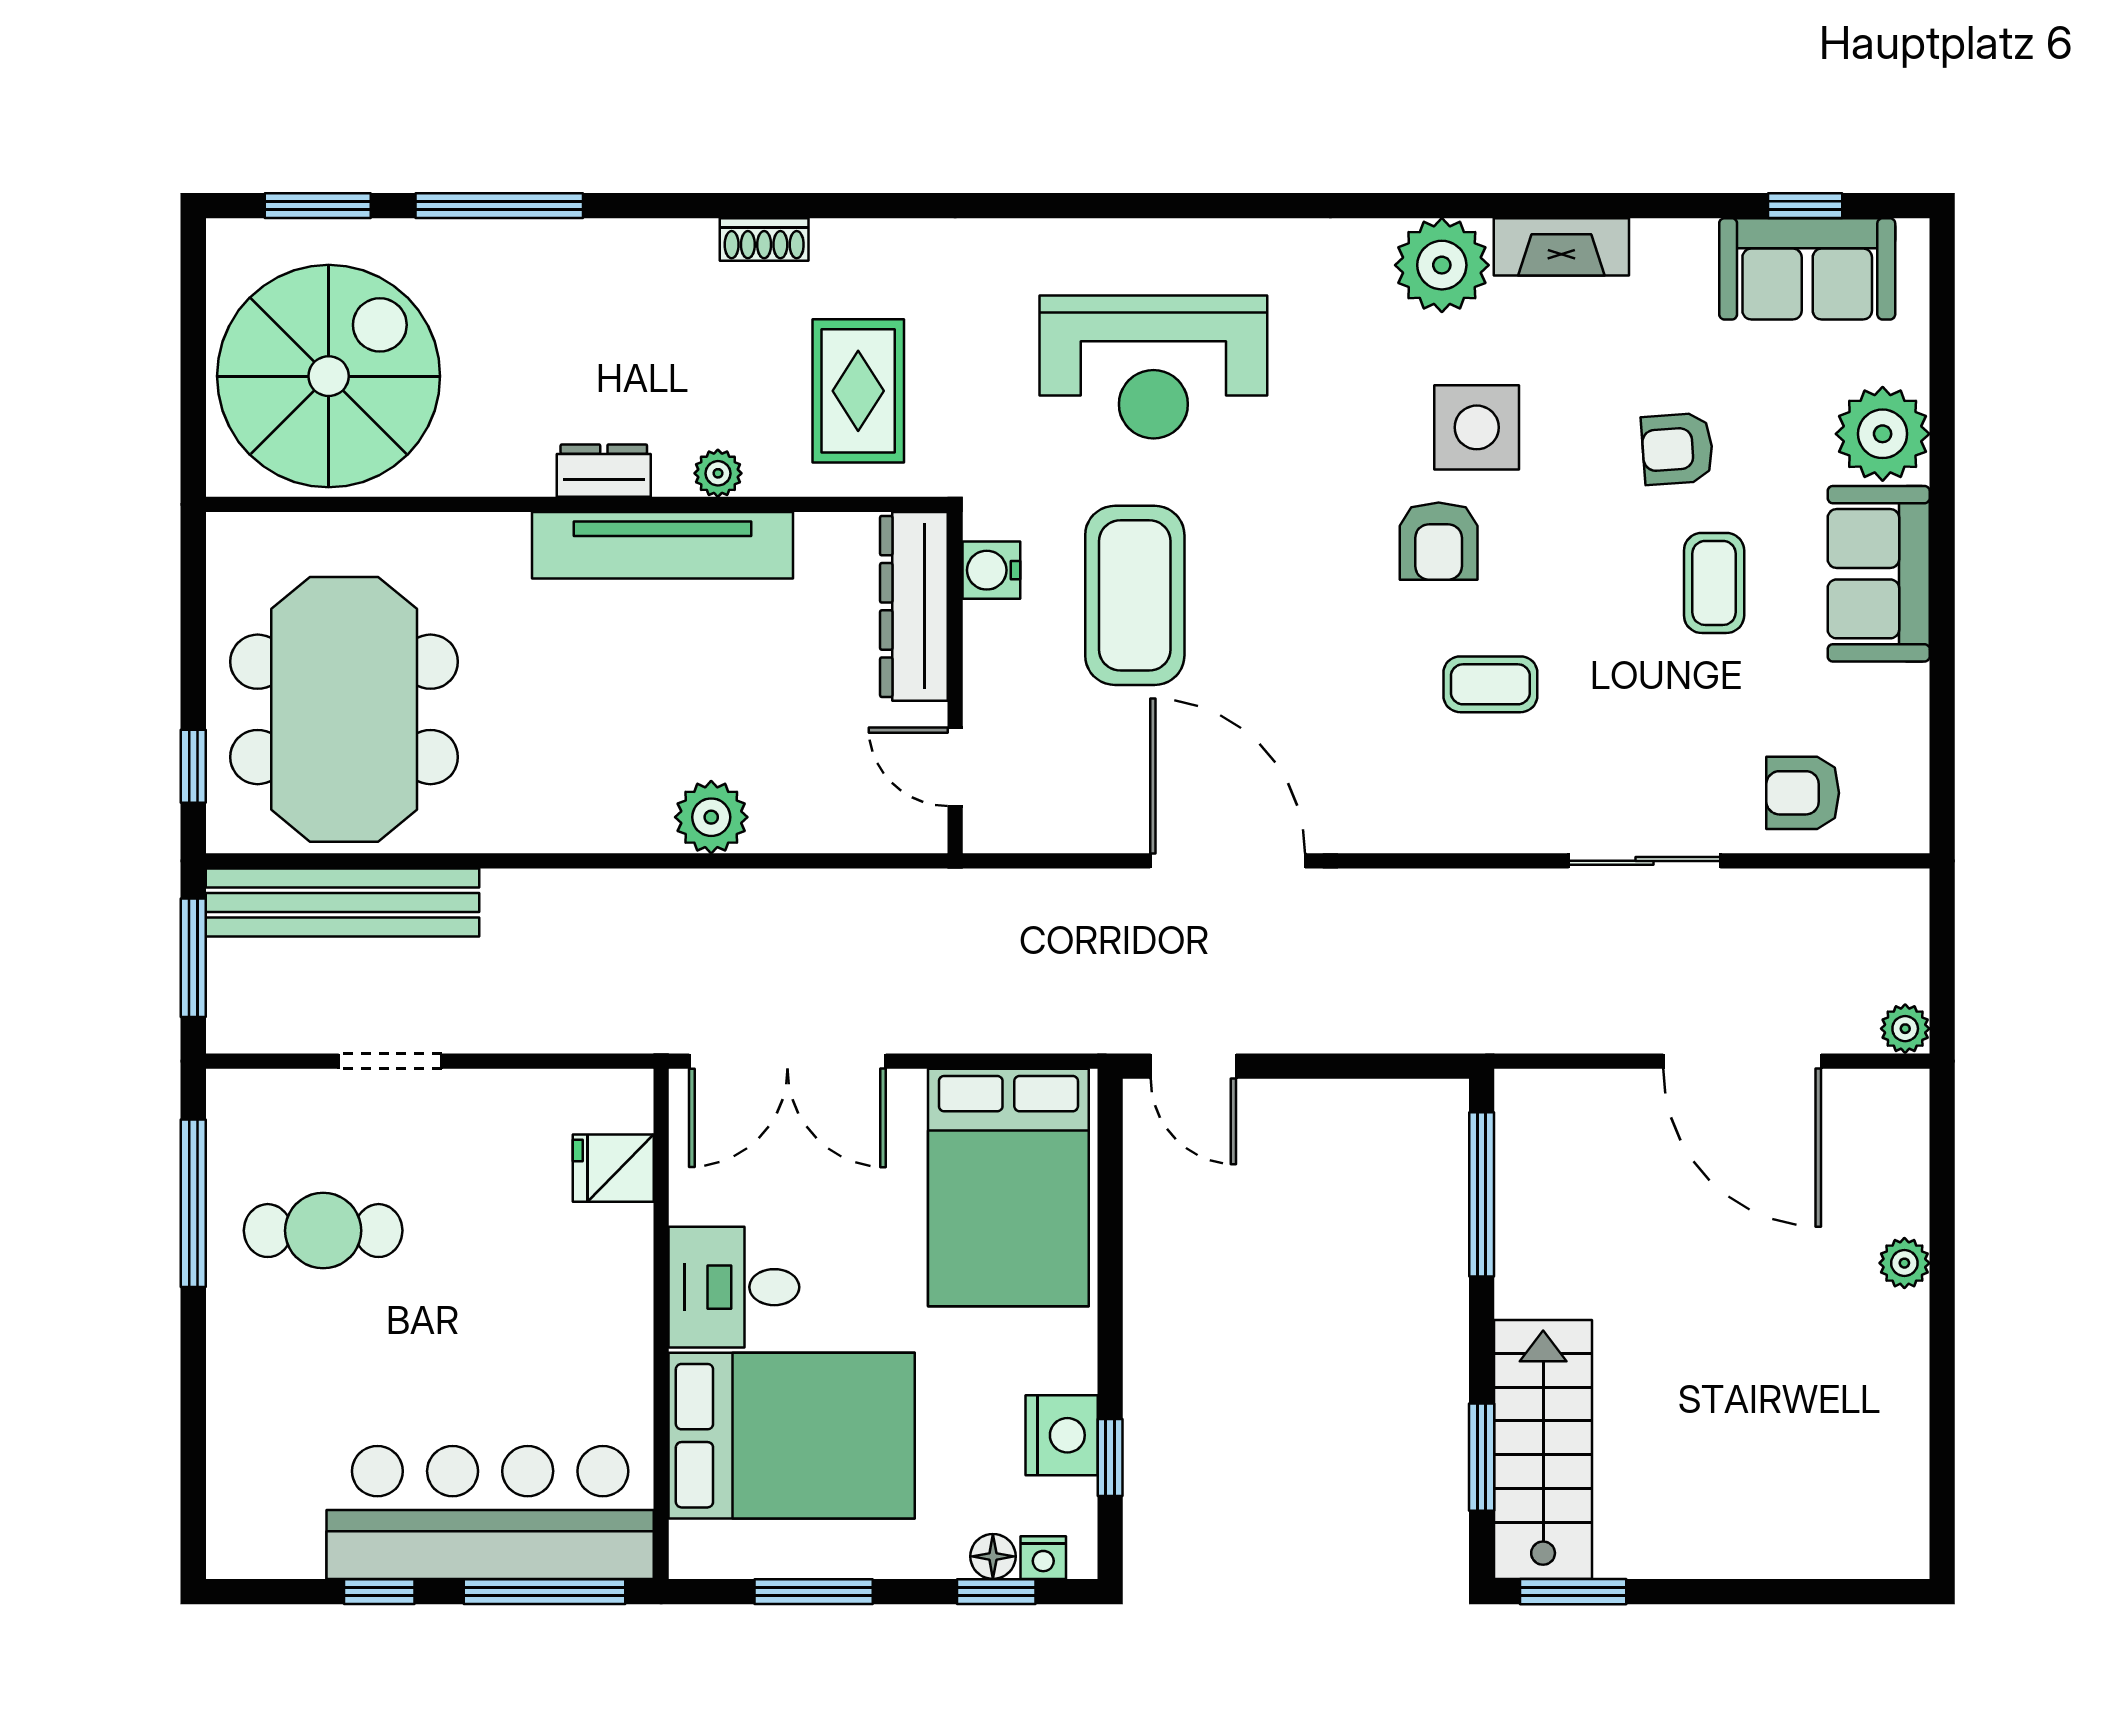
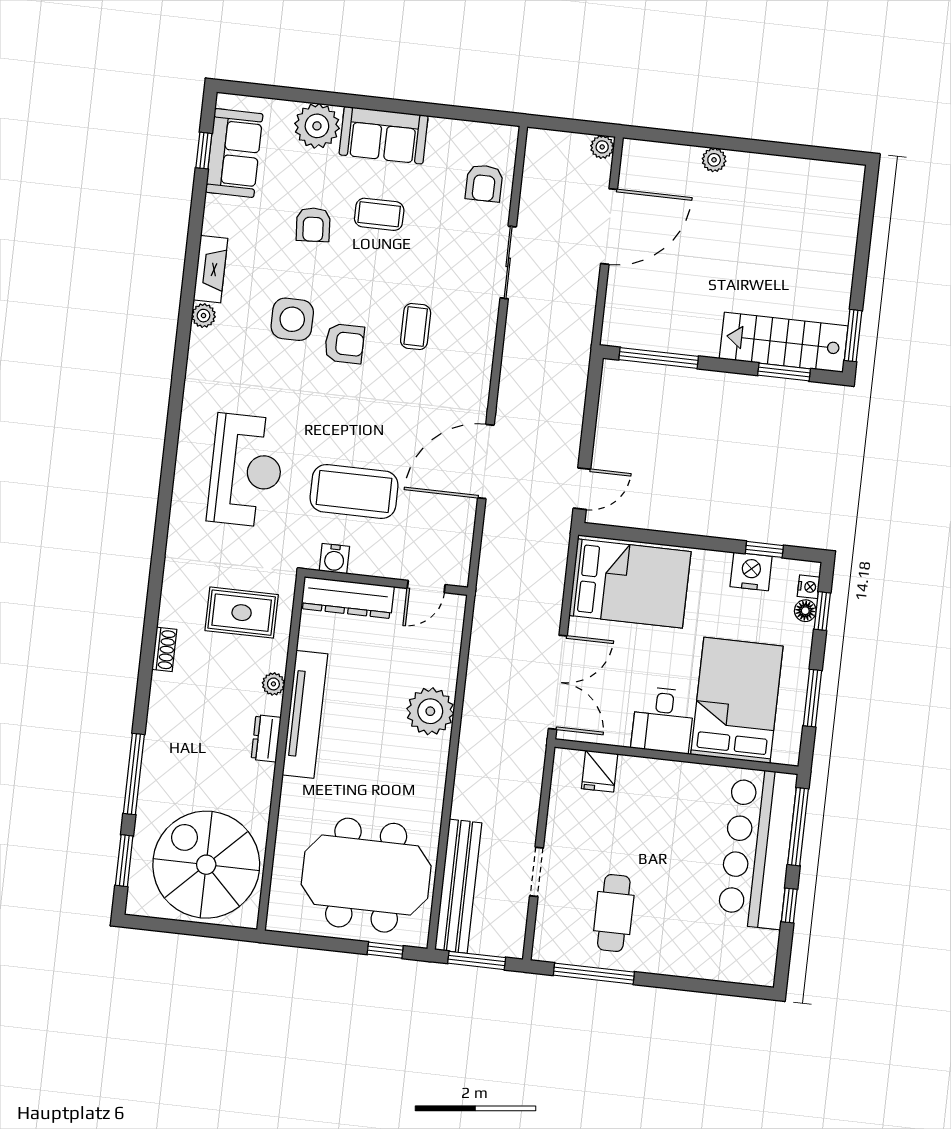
plant: (1442, 265) -> (204, 316), width x0.53, depth x0.53
plant: (711, 817) -> (430, 711), width x1.36, depth x1.36

